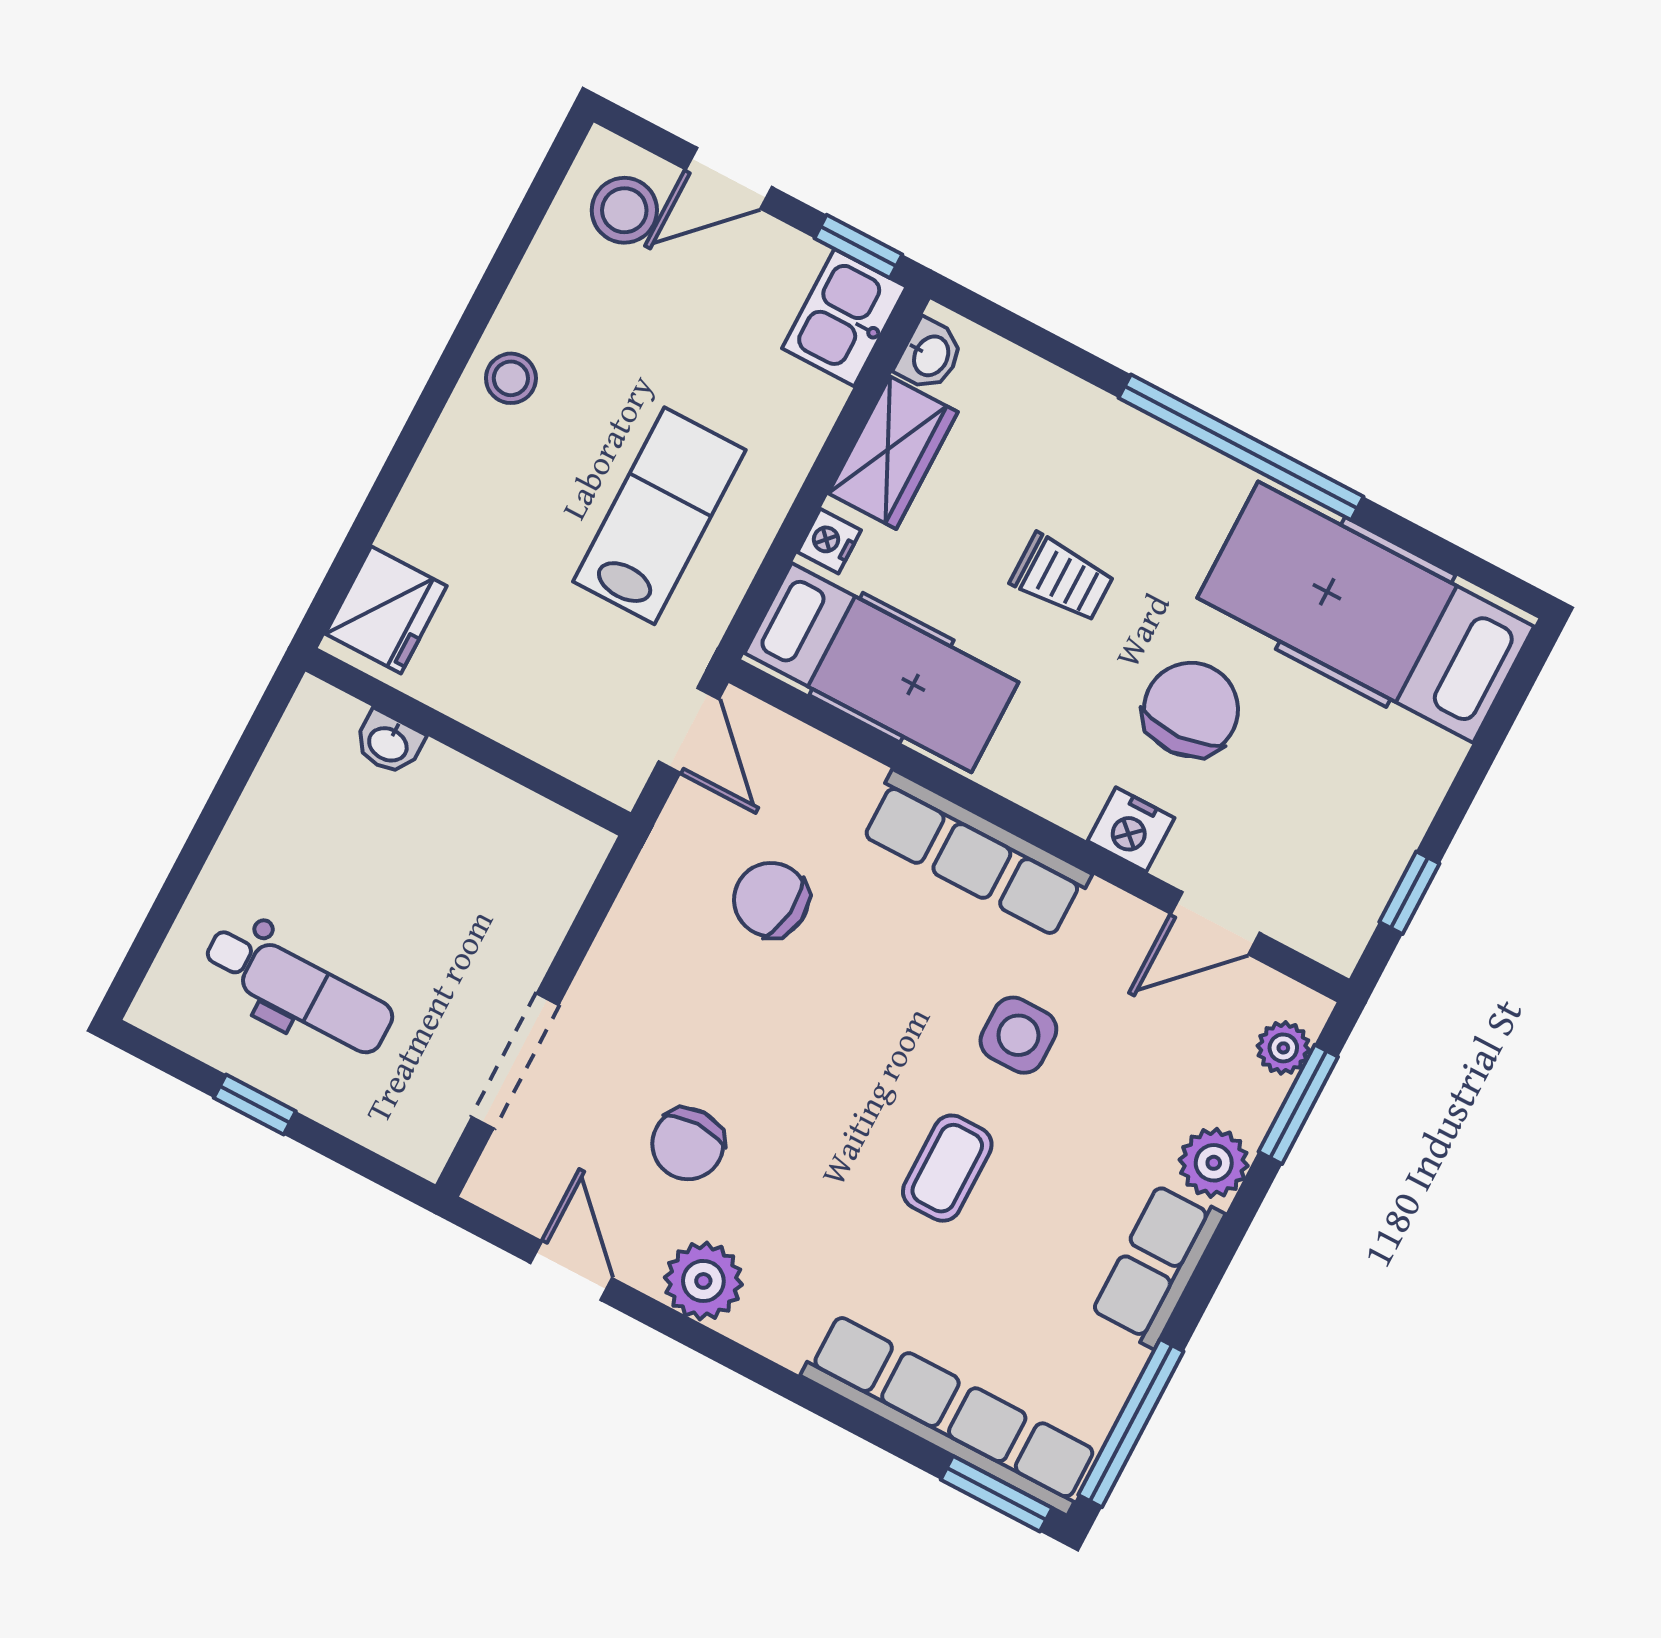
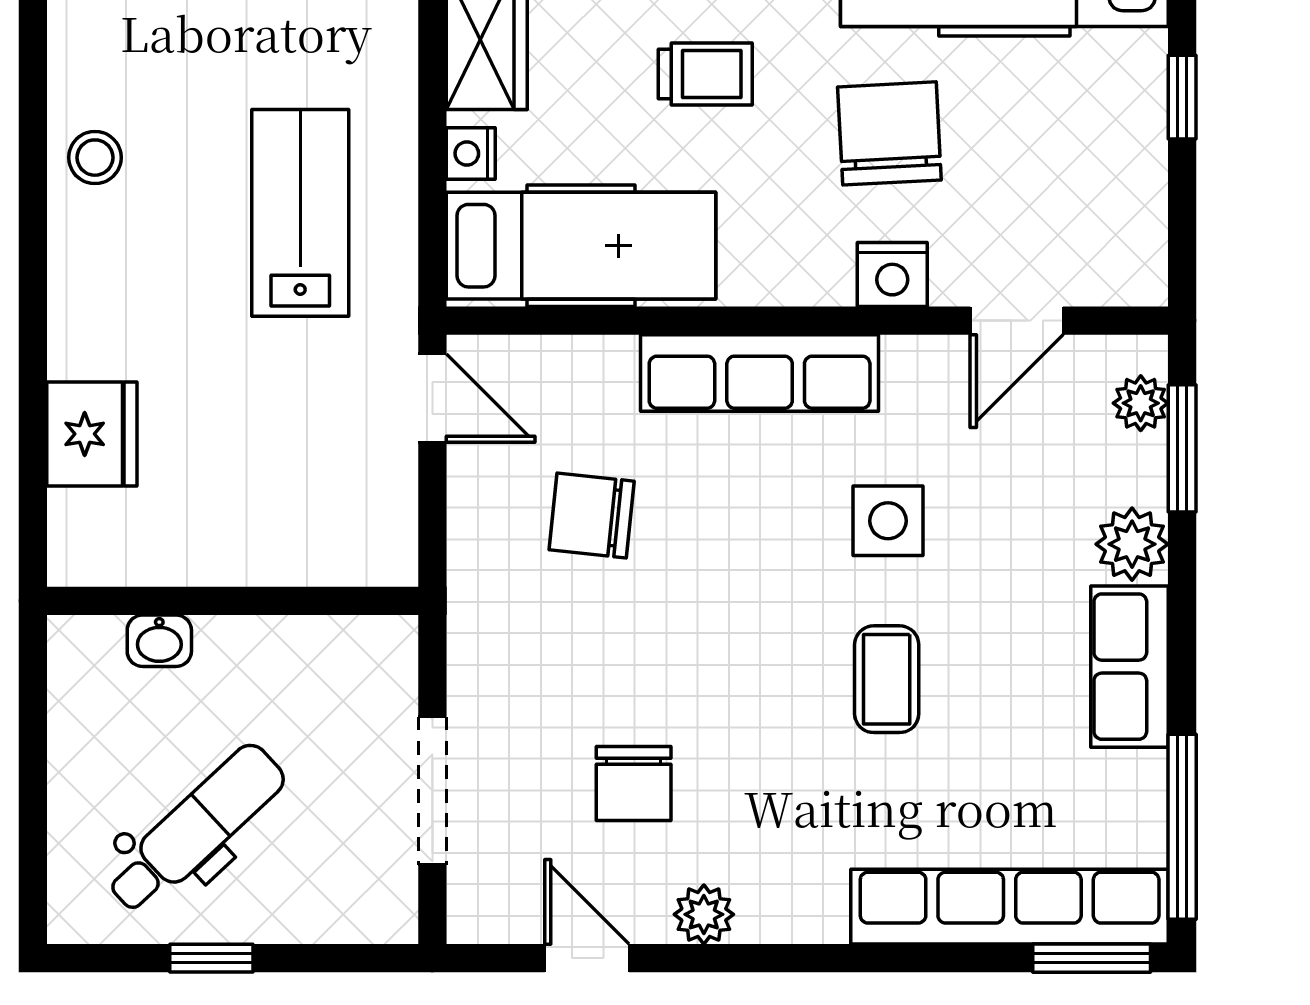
wall: (468, 742) -> (233, 601), moved
washbasin: (389, 743) -> (159, 641), moved
window: (1409, 893) -> (1182, 97), moved
dental chair: (299, 989) -> (196, 829), turned -43
plant: (703, 1281) -> (704, 914), width x0.73, depth x0.73

